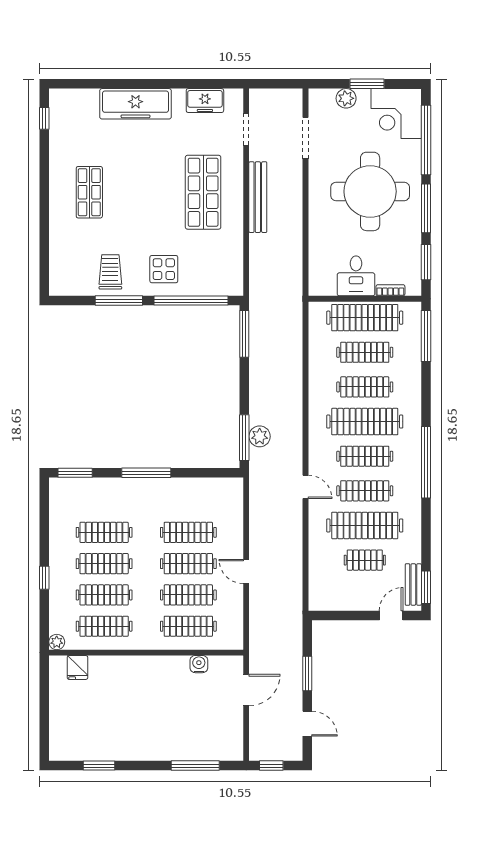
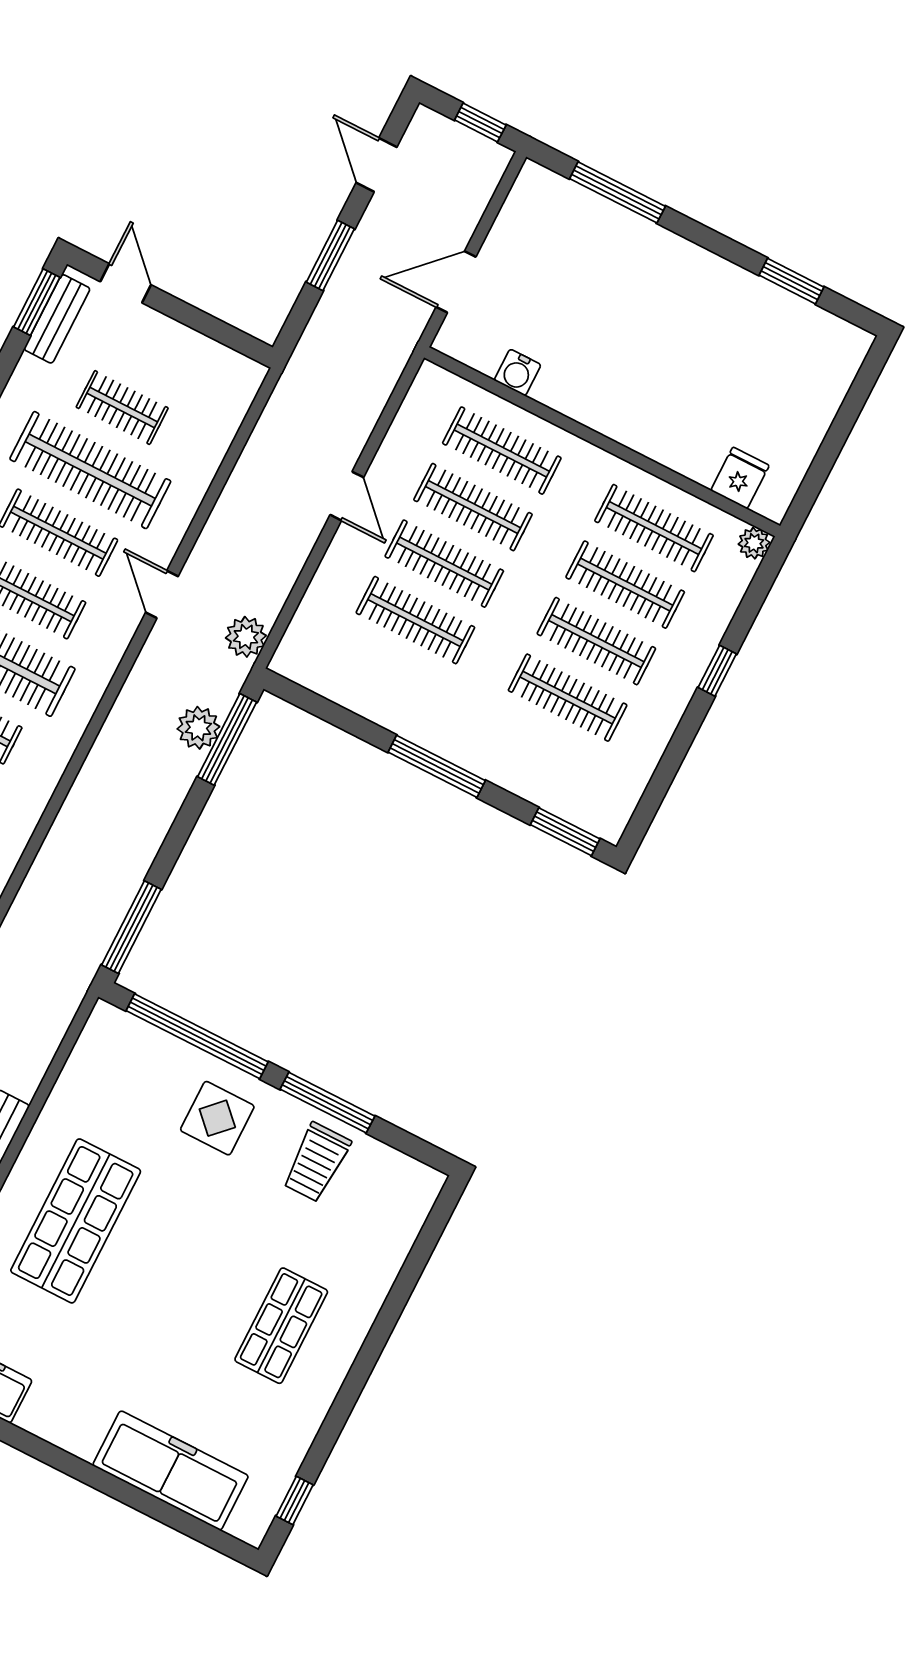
freezer: (136, 104) -> (171, 1471), moved
plant: (259, 487) -> (246, 637), added
door: (391, 616) -> (126, 283), swing flipped

